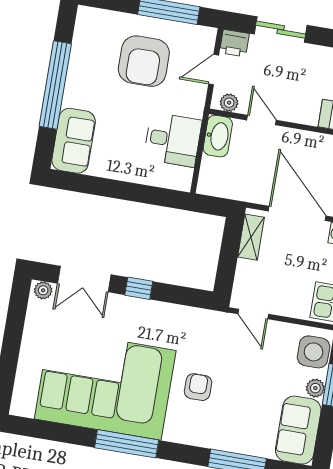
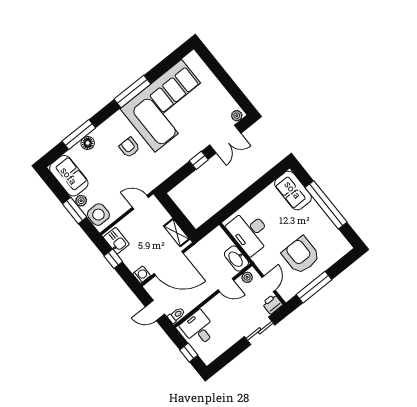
desk: (173, 140) -> (250, 232), width x1.37
double door: (84, 279) -> (225, 139), swing flipped
armchair: (198, 387) -> (129, 147), turned 180
floor lamp: (238, 443) -> (88, 143), added

